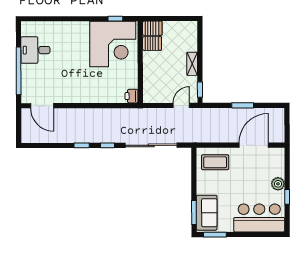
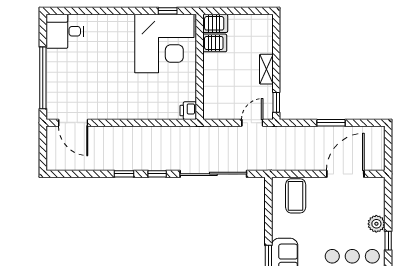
desk: (35, 50) -> (65, 31), moved
coffee table: (215, 162) -> (296, 196), turned 90

